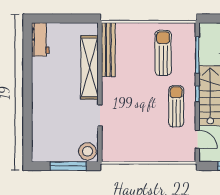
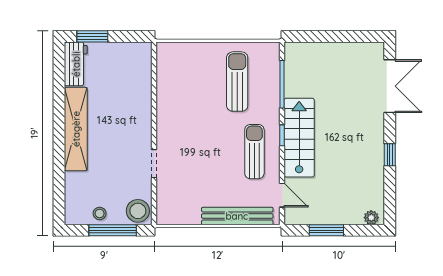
window: (53, 18) -> (92, 36), added
bench: (108, 50) -> (237, 216), moved, turned 90
shelving: (90, 67) -> (76, 129), moved
stool: (58, 153) -> (100, 213), added

